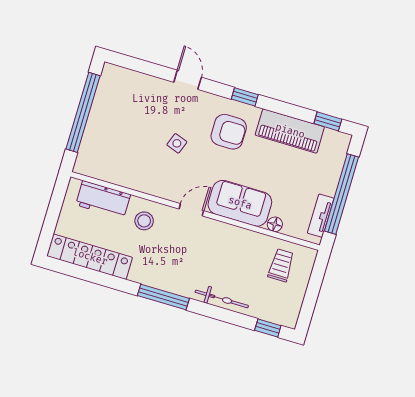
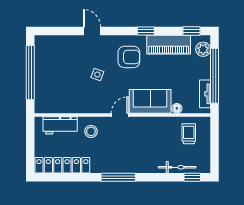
window: (245, 97) -> (146, 31), moved
plant: (336, 152) -> (203, 49), added
bicycle: (222, 299) -> (177, 167), moved

